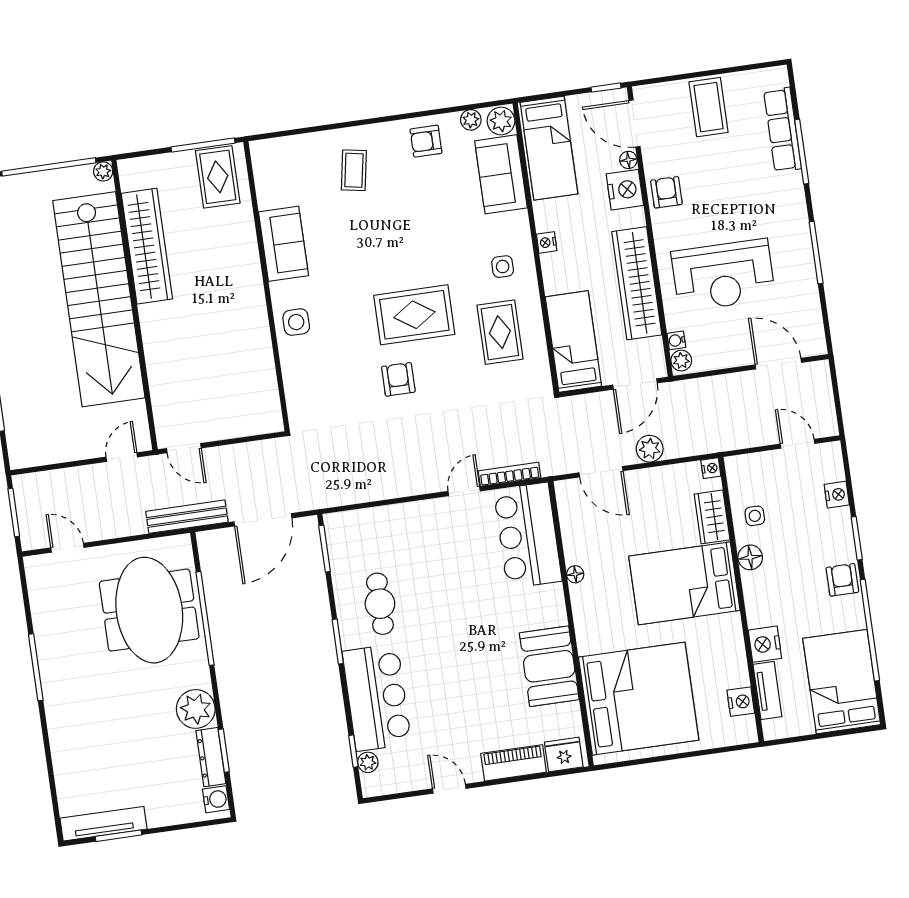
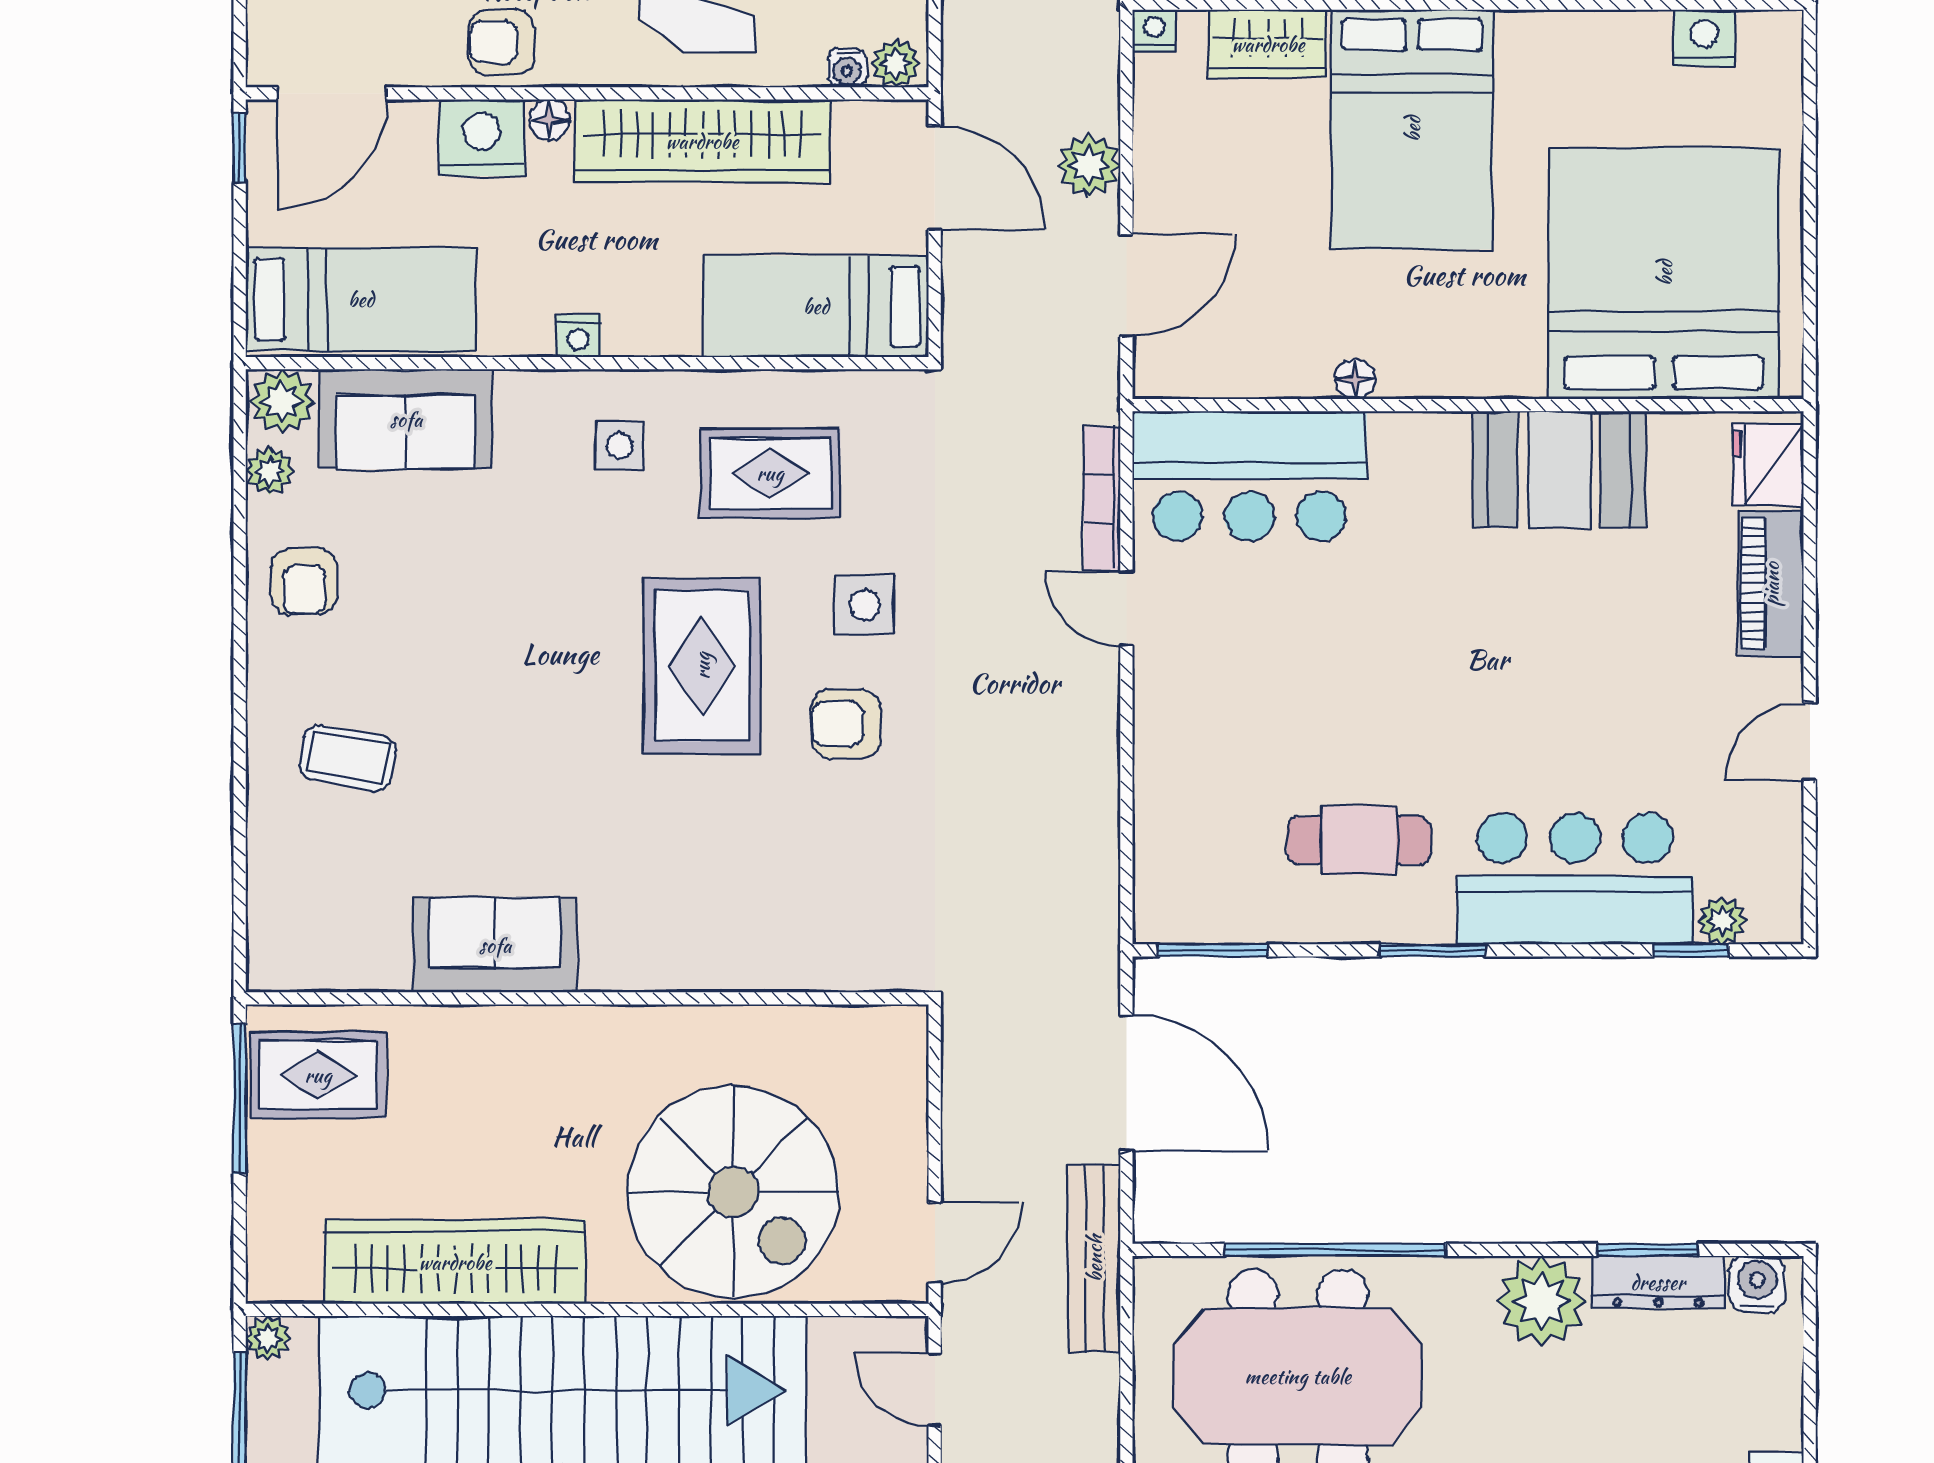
floor lamp: (628, 160) -> (550, 120), moved
side table: (296, 322) -> (865, 605), moved
spiral stairs: (193, 360) -> (733, 1192), added

